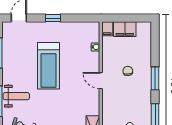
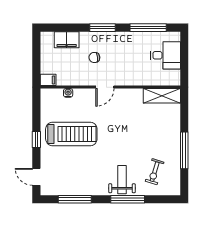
filing cabinet: (125, 29) -> (67, 40), moved, turned 90
treadmill: (49, 66) -> (71, 134), moved

